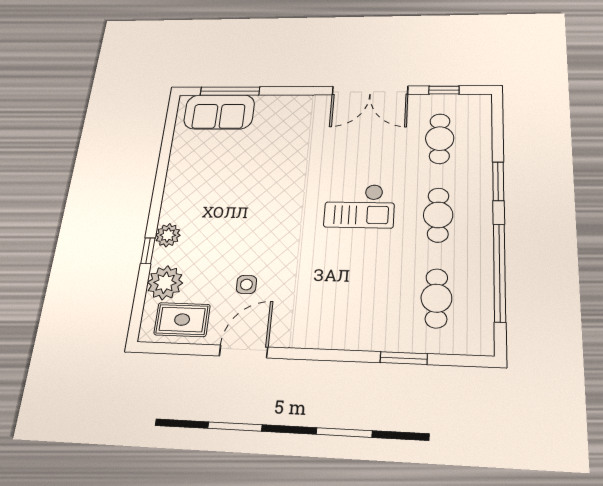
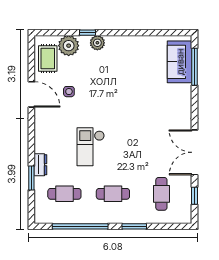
cafe table: (440, 139) -> (161, 194), turned 90
checkout: (359, 206) -> (91, 147), moved
dresser: (379, 340) -> (40, 165), added

